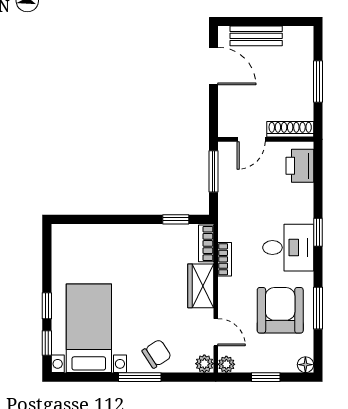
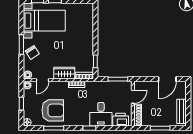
bench: (256, 36) -> (181, 111), moved
door: (251, 139) -> (133, 97), swing flipped
desk: (288, 248) -> (101, 114), moved

